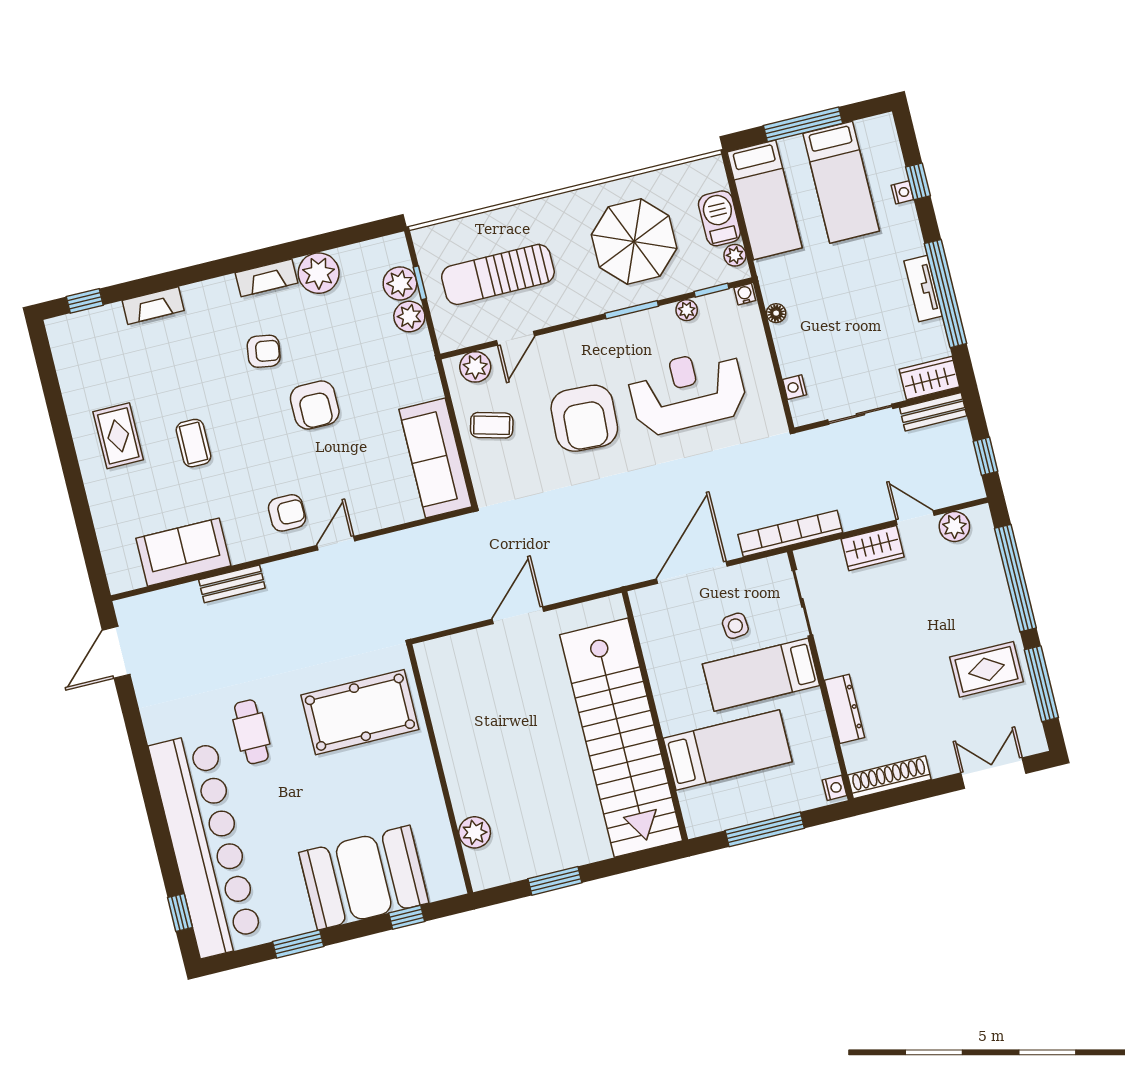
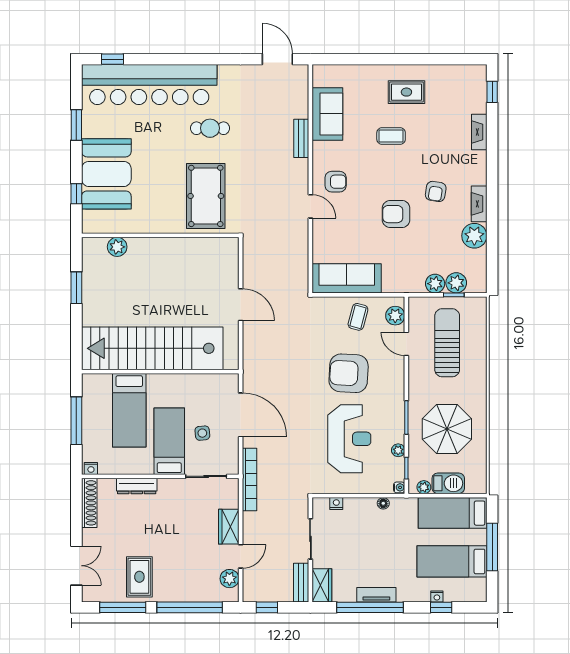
armchair: (287, 513) -> (336, 182), turned -90

